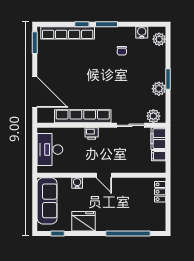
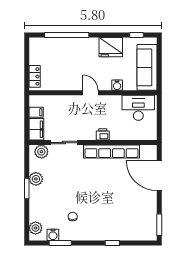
window: (107, 24) -> (60, 243), moved
row of seats: (68, 33) -> (127, 234), removed
desk: (50, 150) -> (138, 108), moved, turned -90

